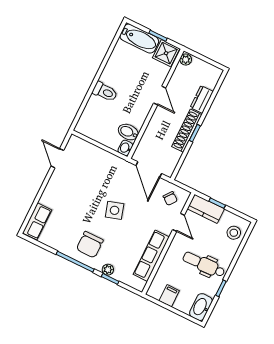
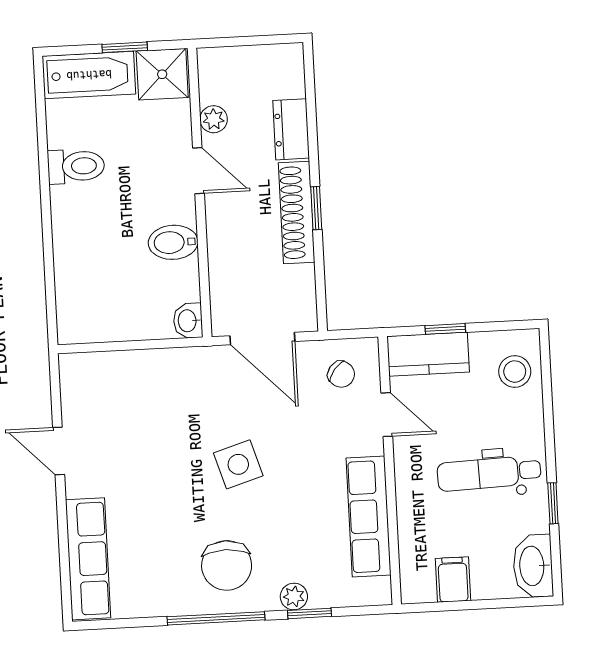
plant: (186, 60) -> (214, 119), moved
toilet: (105, 92) -> (76, 166), moved
bidet: (128, 132) -> (173, 242), moved
door: (57, 158) -> (59, 451), moved
row of seats: (37, 221) -> (88, 559), width x1.48

